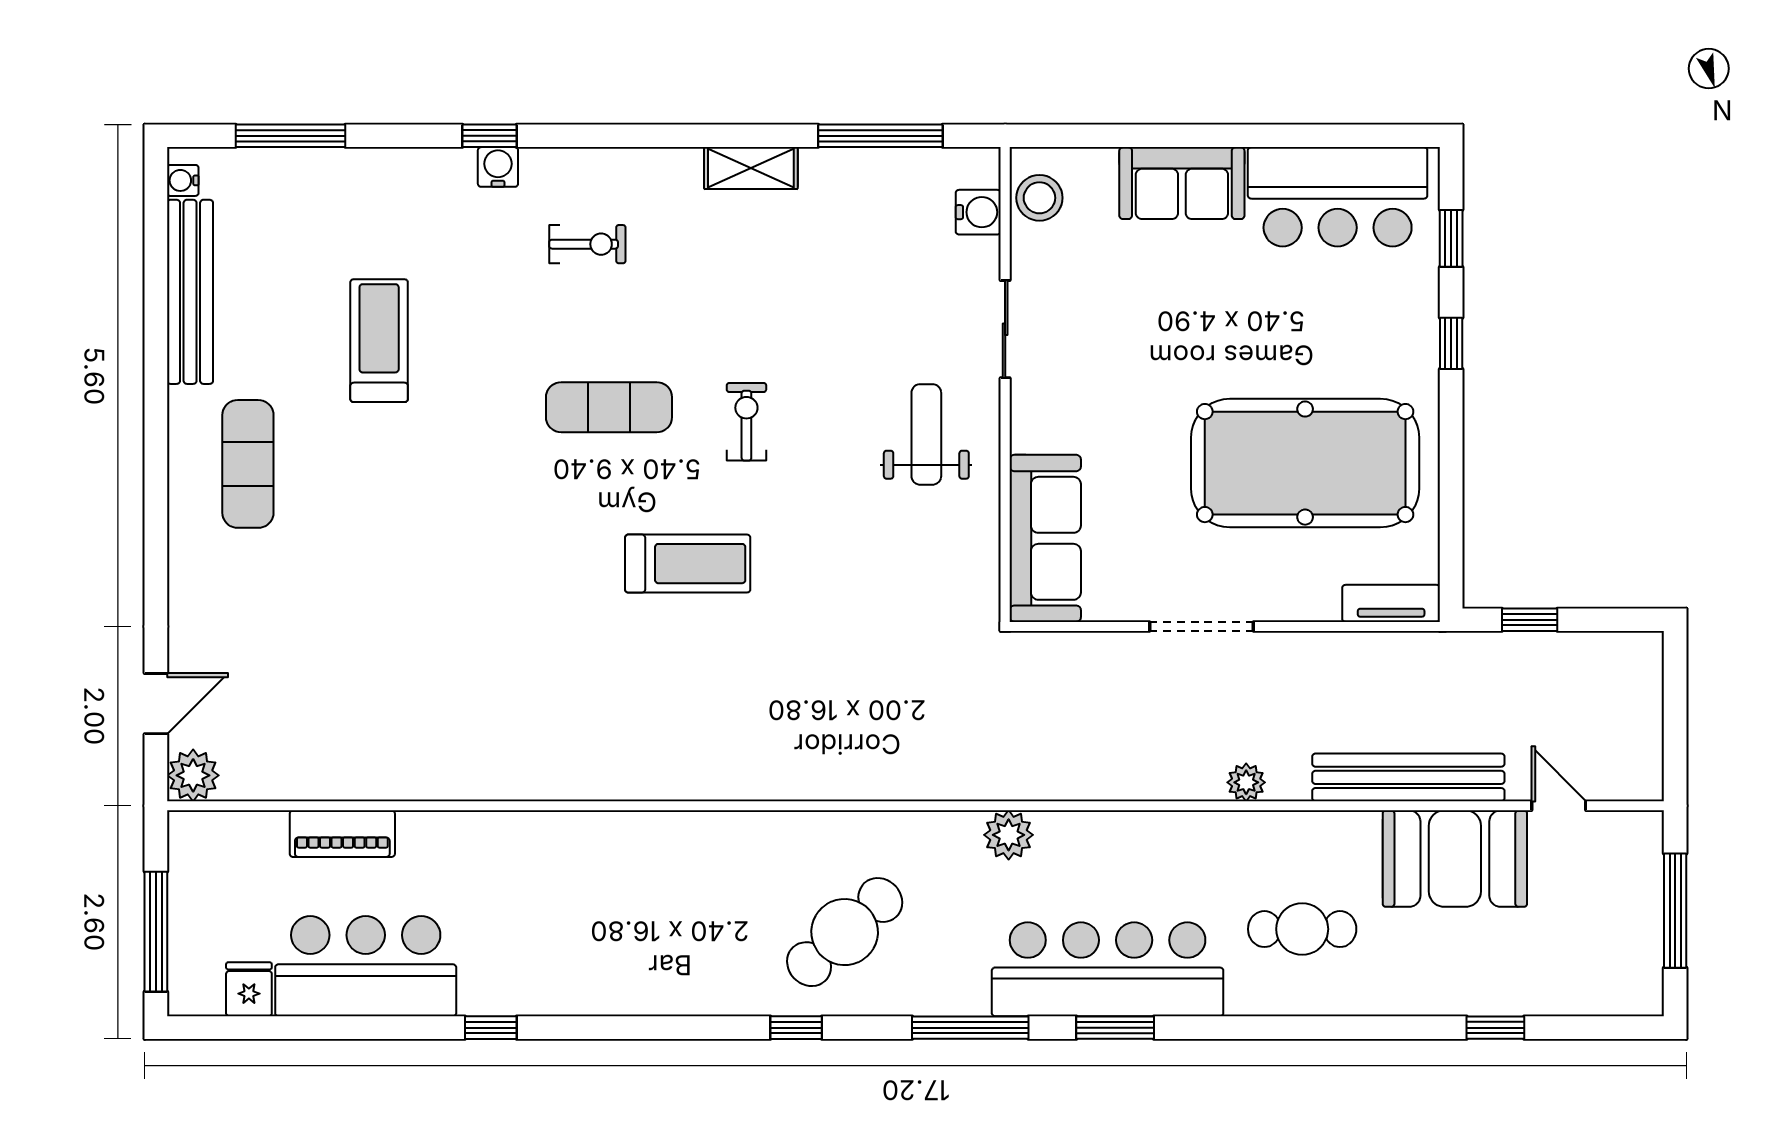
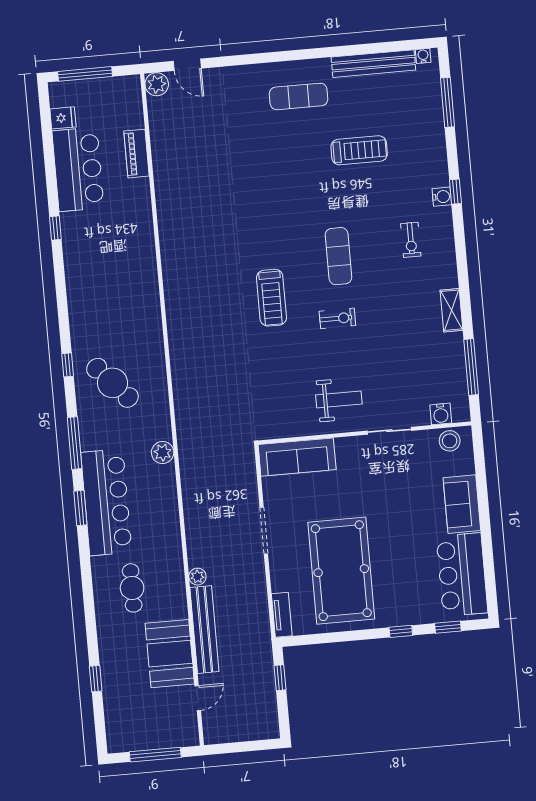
plant: (1246, 782) -> (197, 577), moved

